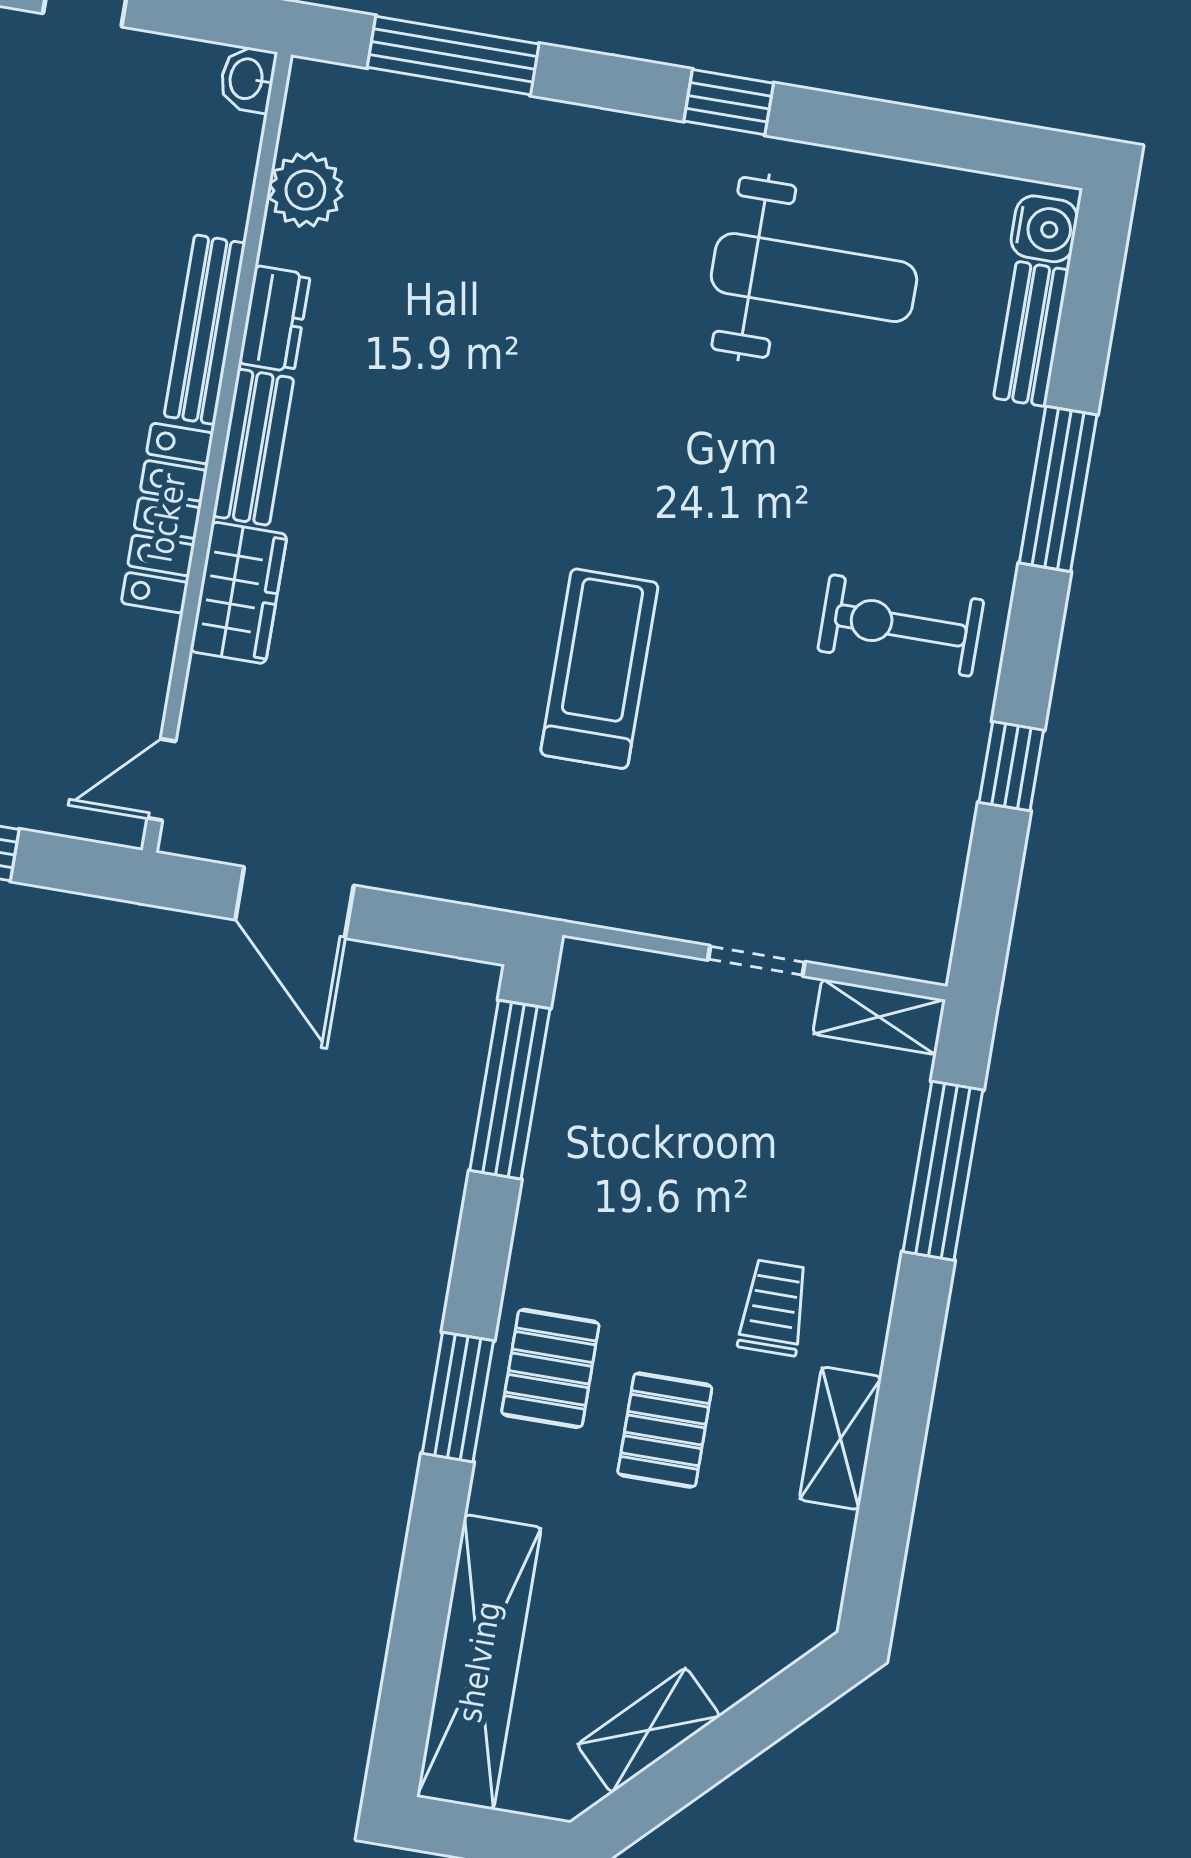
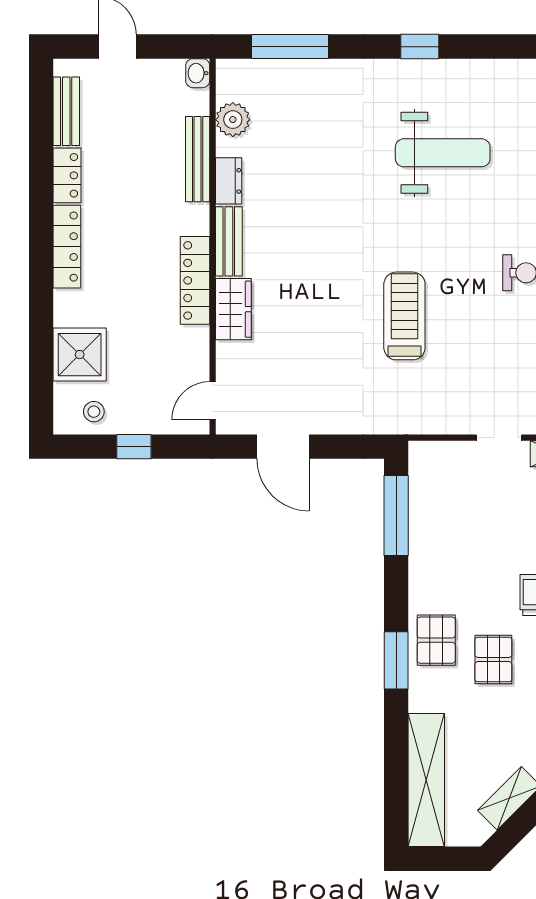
weight bench: (814, 278) -> (443, 153), moved
bench: (205, 330) -> (198, 159), moved

